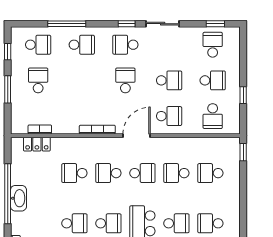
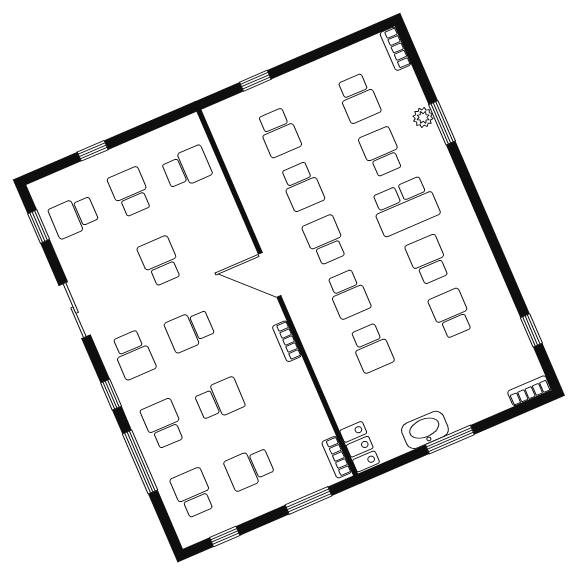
window: (127, 24) -> (111, 395), moved
window: (8, 89) -> (309, 500), moved
window: (243, 95) -> (93, 151), moved
school desk: (169, 116) -> (220, 399), moved, turned 90
bookcase: (40, 129) -> (337, 457), moved
bookcase: (97, 130) -> (287, 341), width x0.64
locker: (37, 144) -> (360, 447), moved
window: (243, 152) -> (255, 81), moved
window: (8, 194) -> (450, 440), width x0.47
washbasin: (18, 198) -> (425, 430), moved

